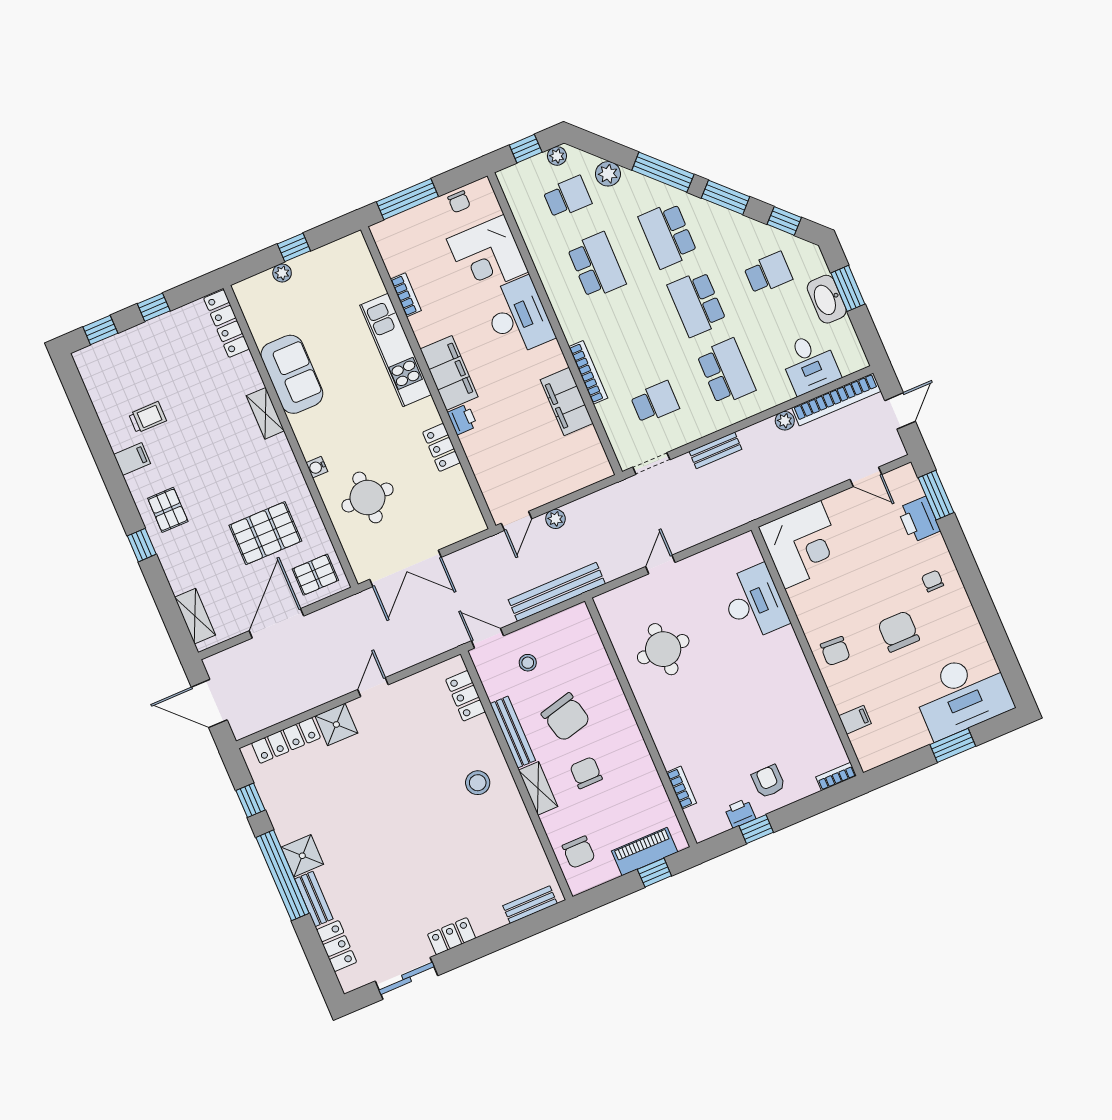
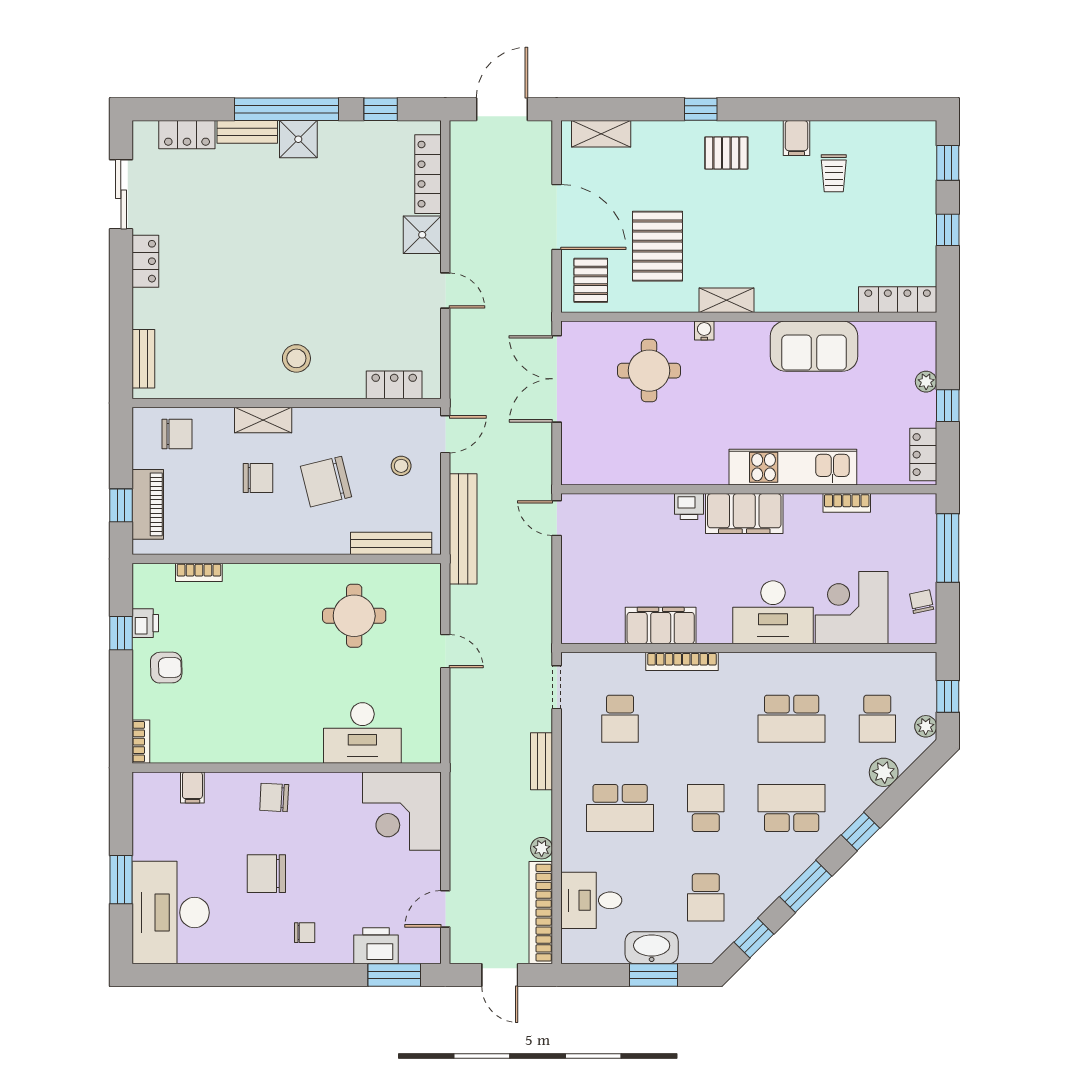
window: (663, 172) -> (861, 831), width x0.46
chair: (459, 202) -> (922, 602), turned 78
school desk: (697, 303) -> (706, 808), width x0.54
shelving: (265, 413) -> (726, 300), moved
locker: (441, 447) -> (923, 455), moved, turned -90
plant: (555, 519) -> (541, 560), removed
chair: (899, 631) -> (266, 874), turned 180
bench: (513, 732) -> (391, 543), moved
chair: (579, 852) -> (177, 434), turned 180

